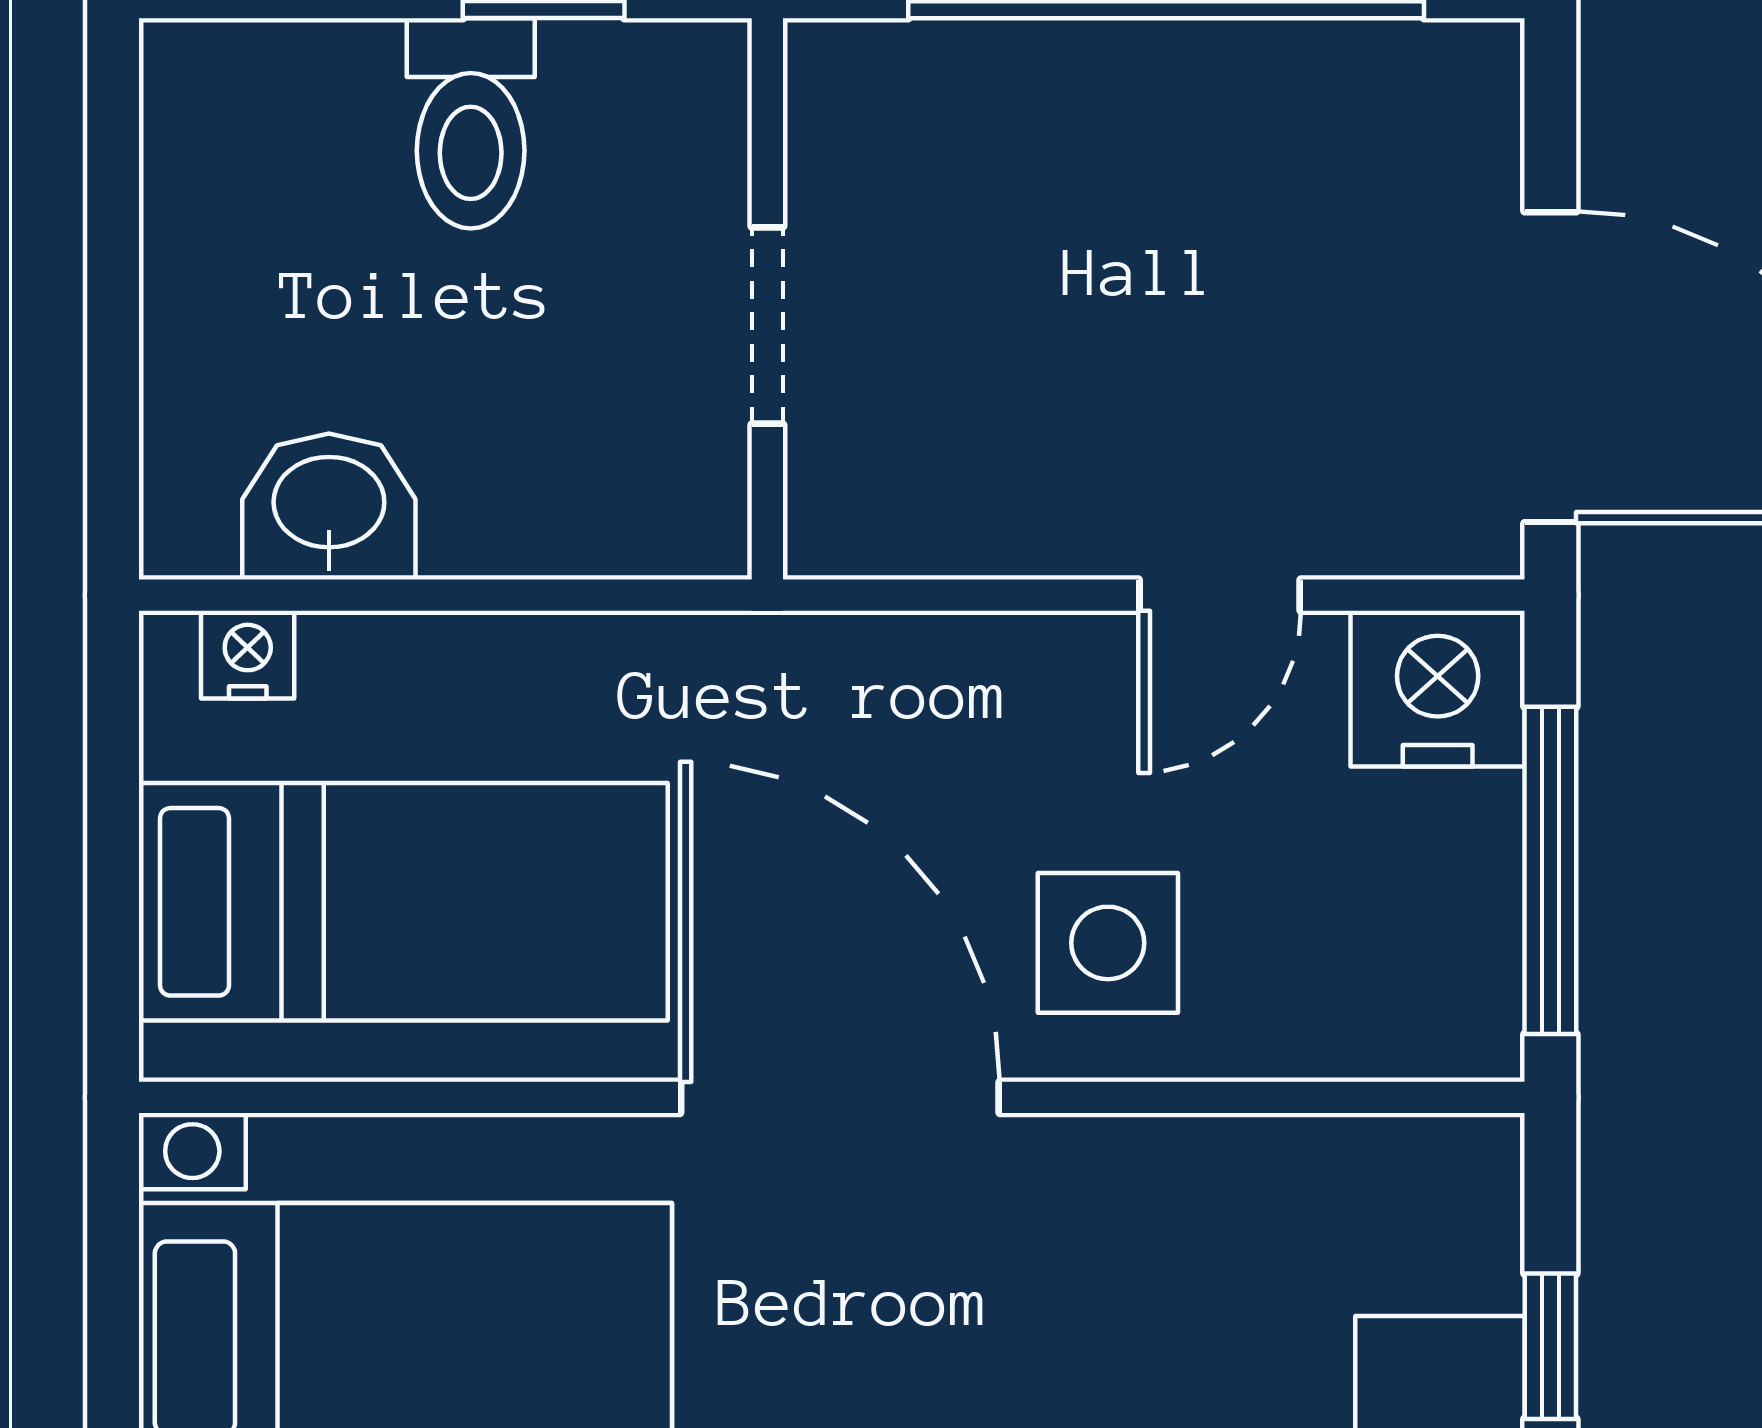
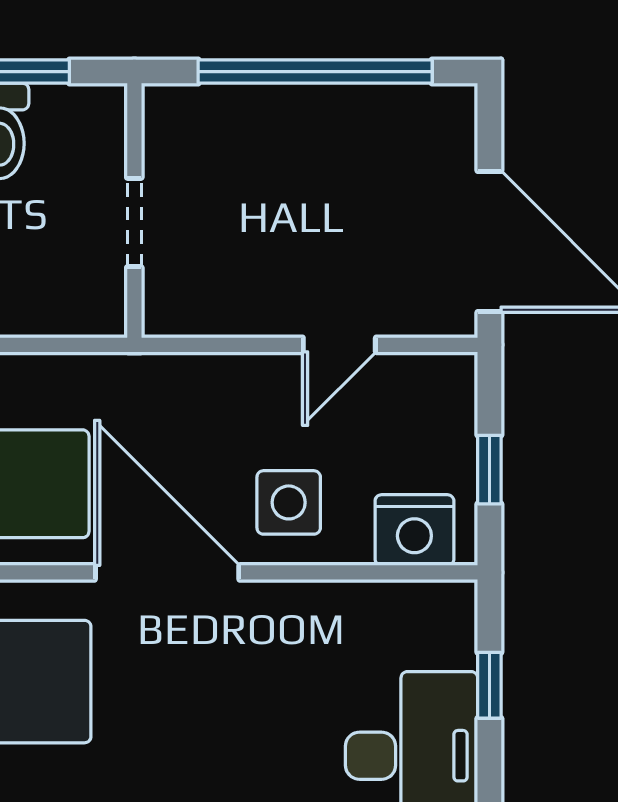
nightstand: (1438, 689) -> (414, 530), moved, turned 180
window: (1550, 870) -> (489, 470), width x0.46

